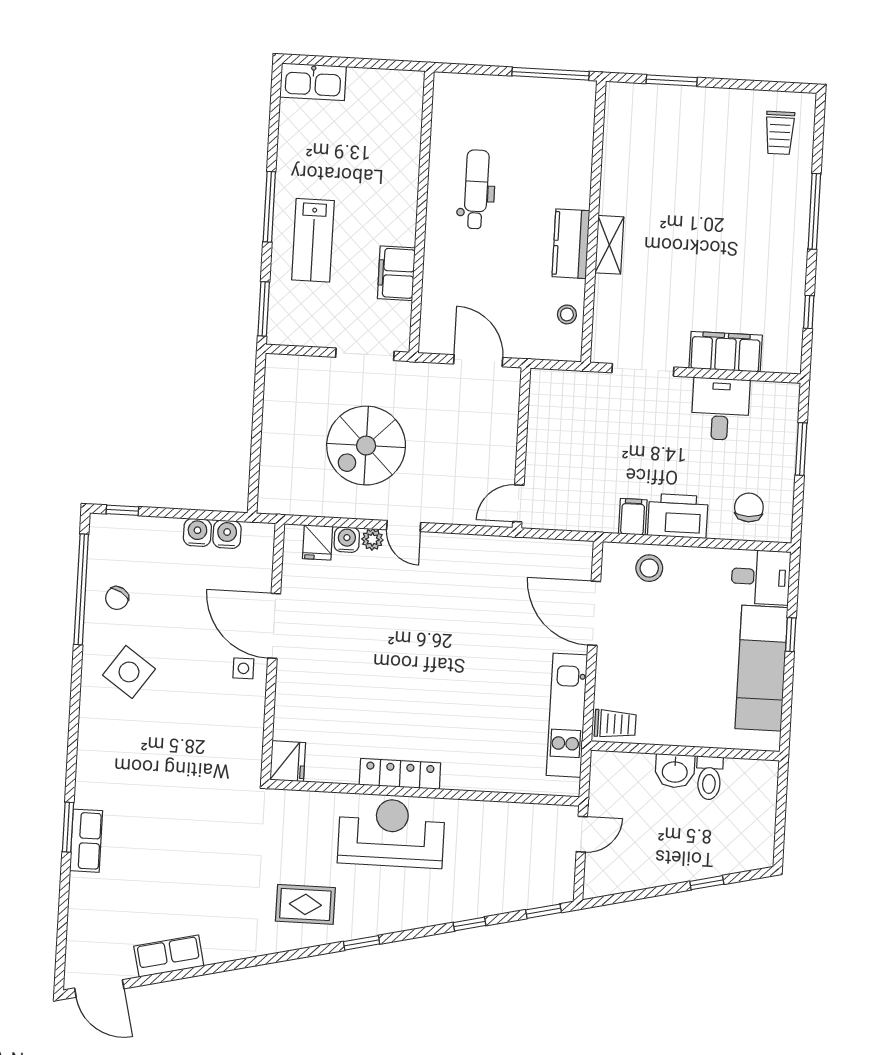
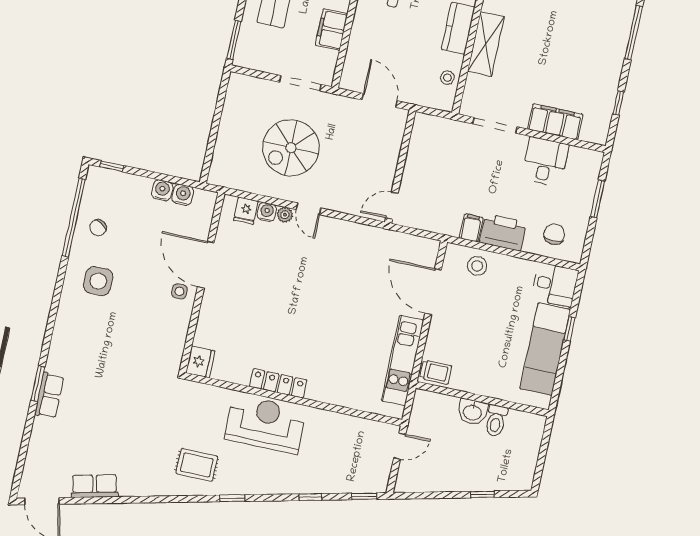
shelving: (609, 245) -> (486, 44), width x1.50, depth x1.33
side table: (129, 672) -> (98, 281), turned -35

